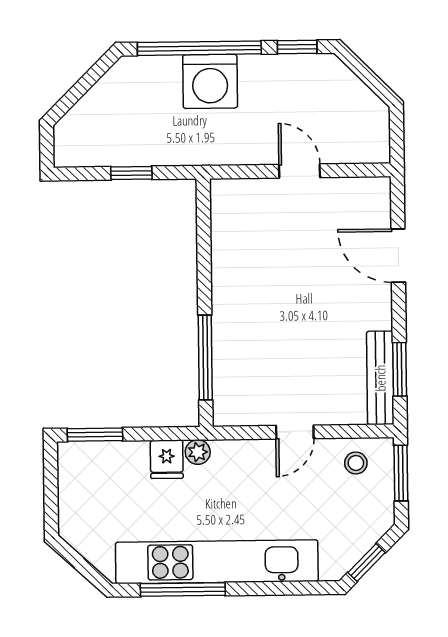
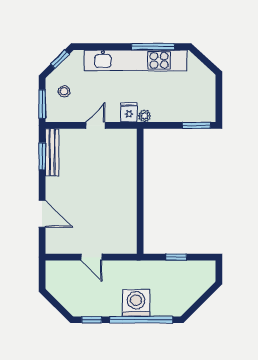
window: (205, 358) -> (140, 164), removed
fridge: (167, 459) -> (129, 112), moved
stool: (356, 463) -> (64, 91), moved

